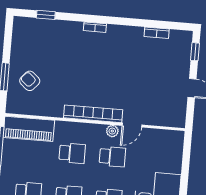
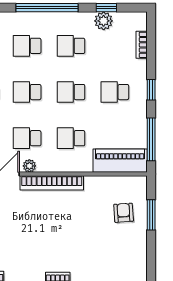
armchair: (30, 81) -> (124, 213), turned -135

